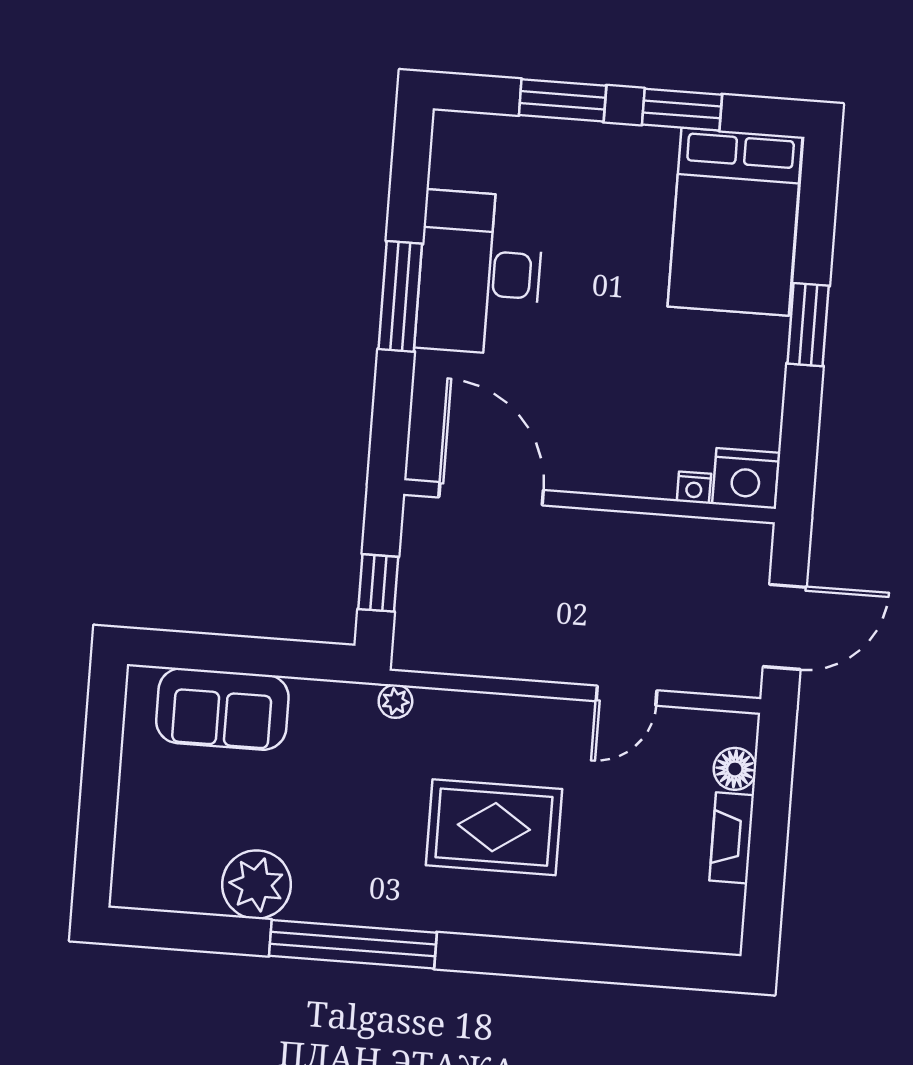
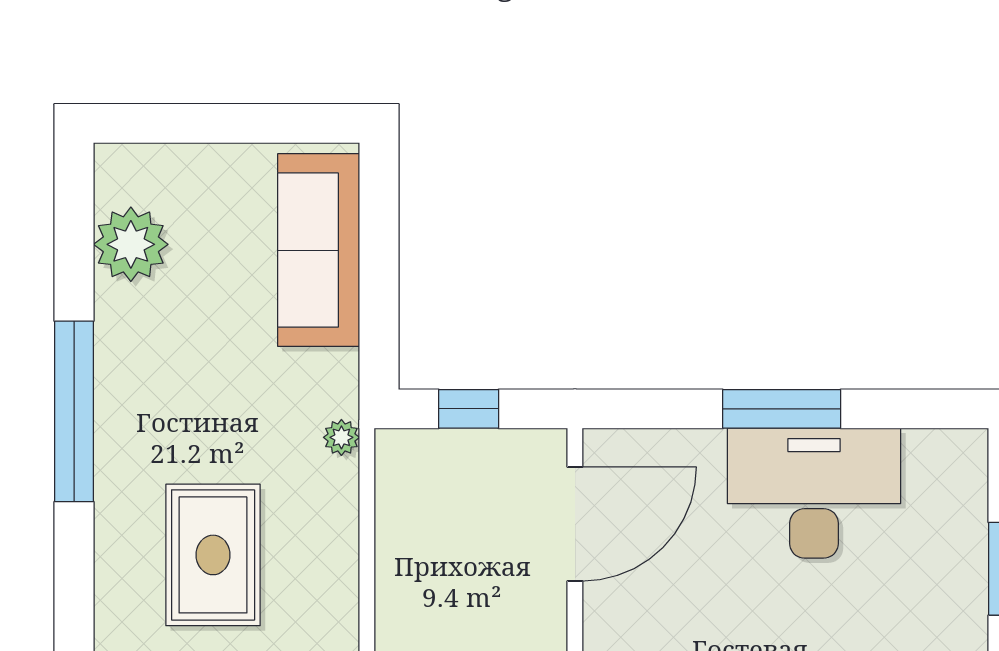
sofa: (222, 709) -> (319, 250), width x1.36
plant: (257, 885) -> (131, 244), moved

